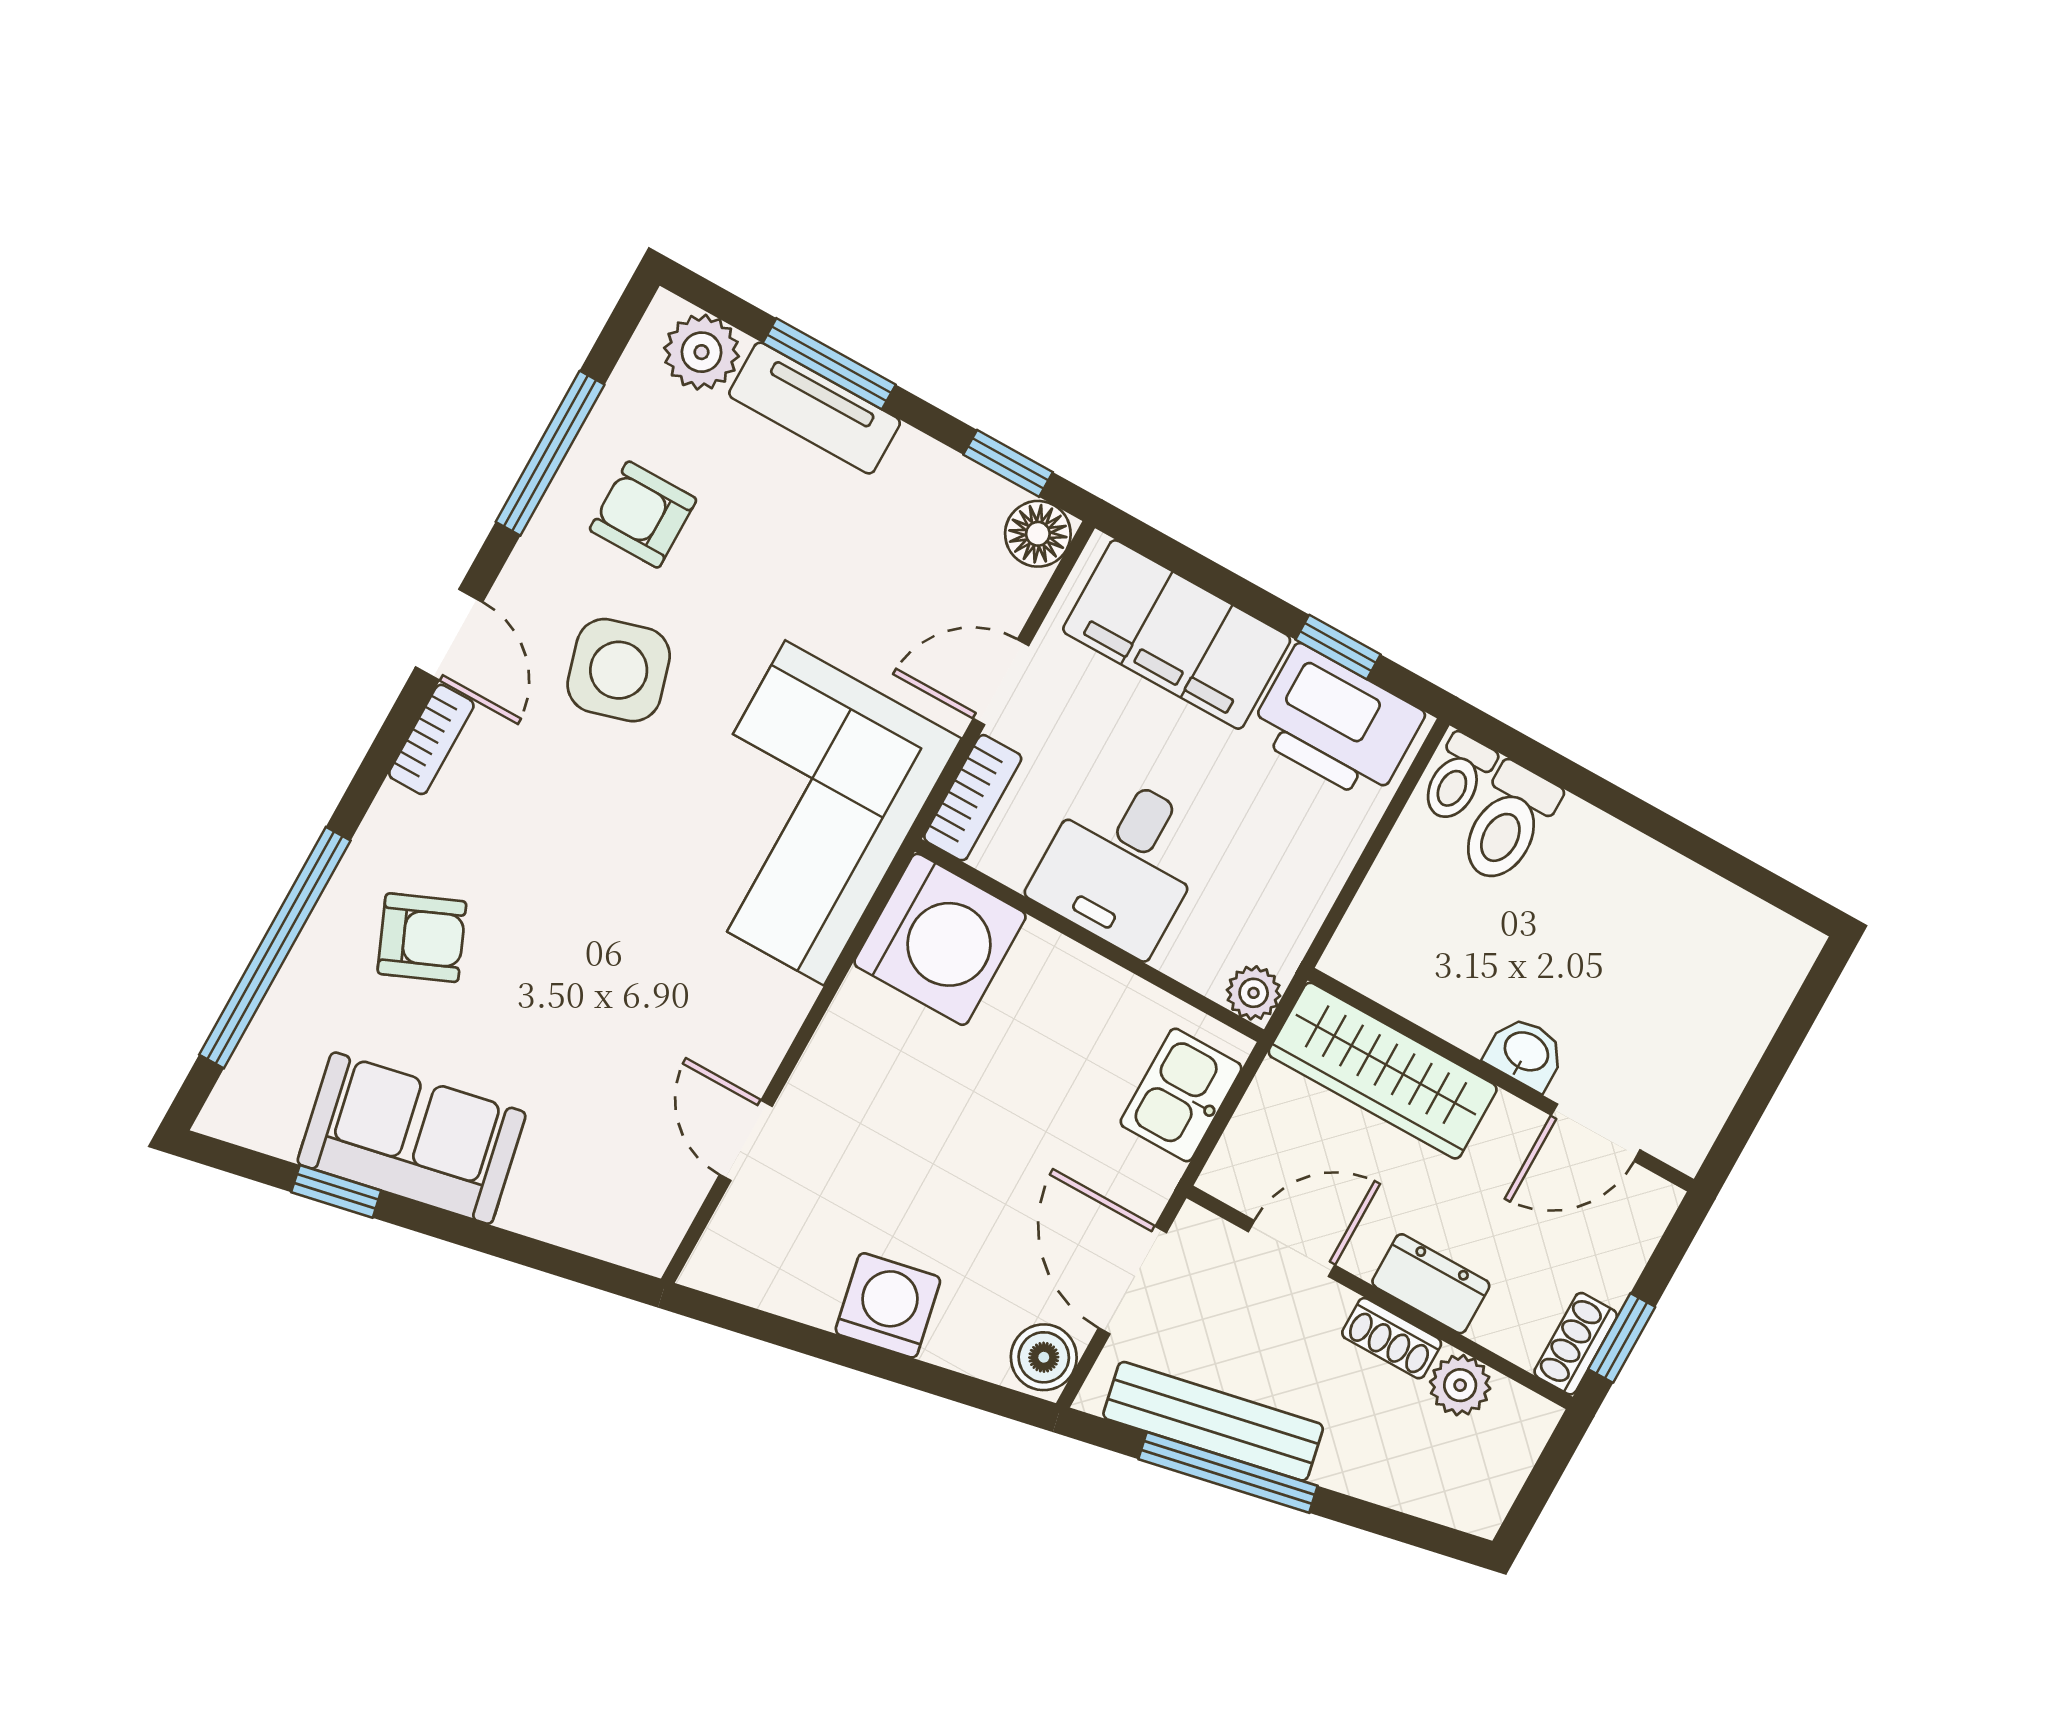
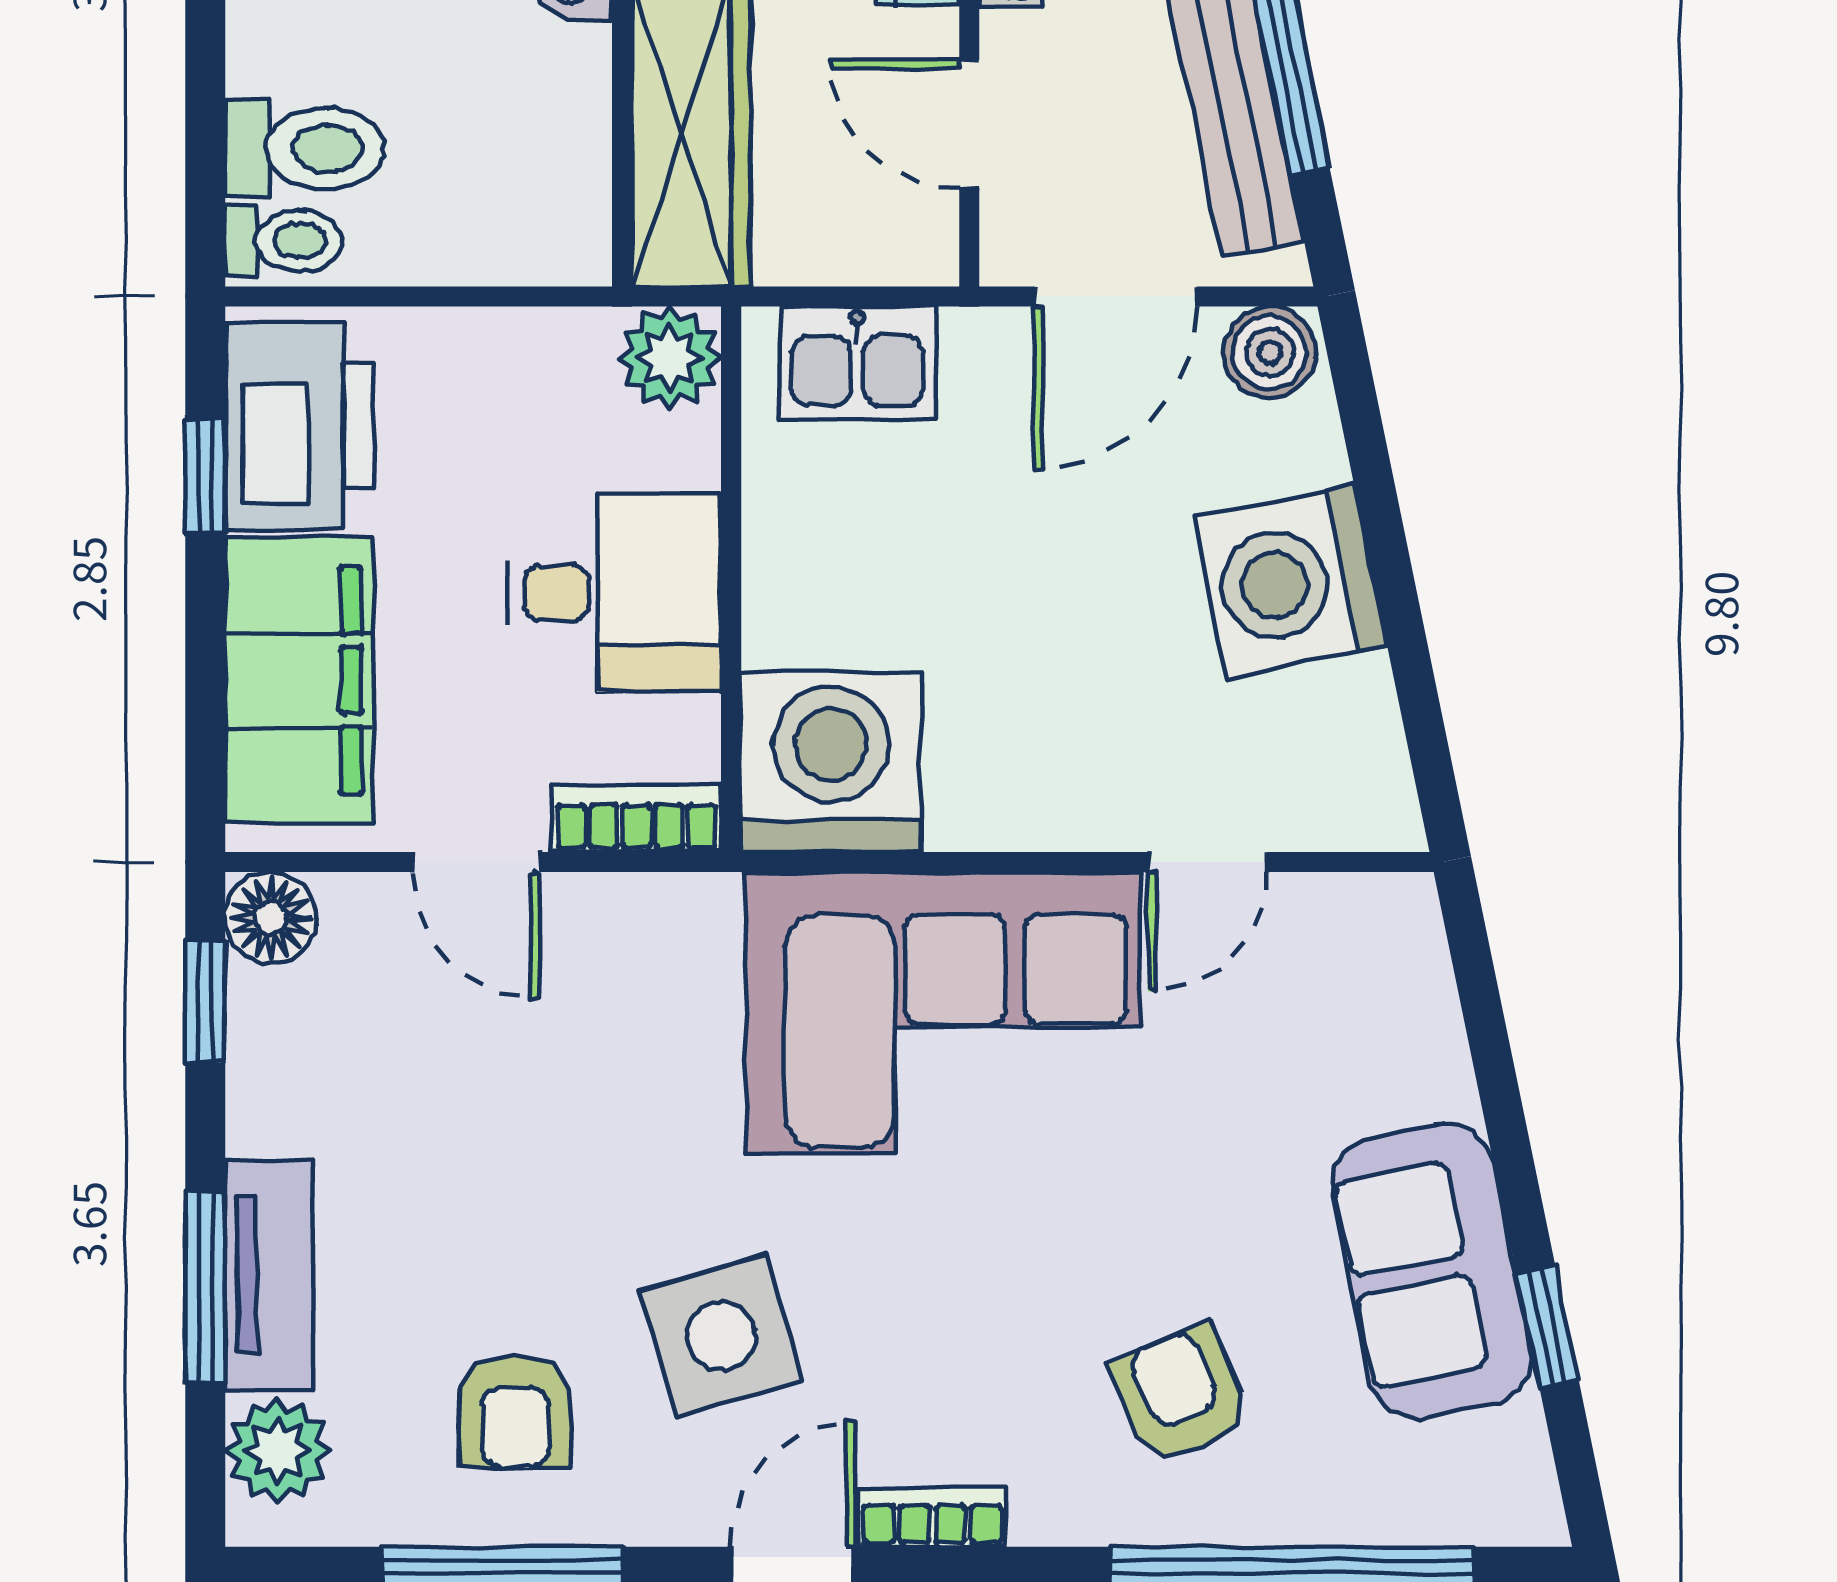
corner sofa: (805, 813) -> (942, 1013), moved
plant: (1254, 993) -> (670, 358), width x1.38, depth x1.38
washing machine: (888, 1305) -> (1291, 582), width x1.37, depth x1.37

